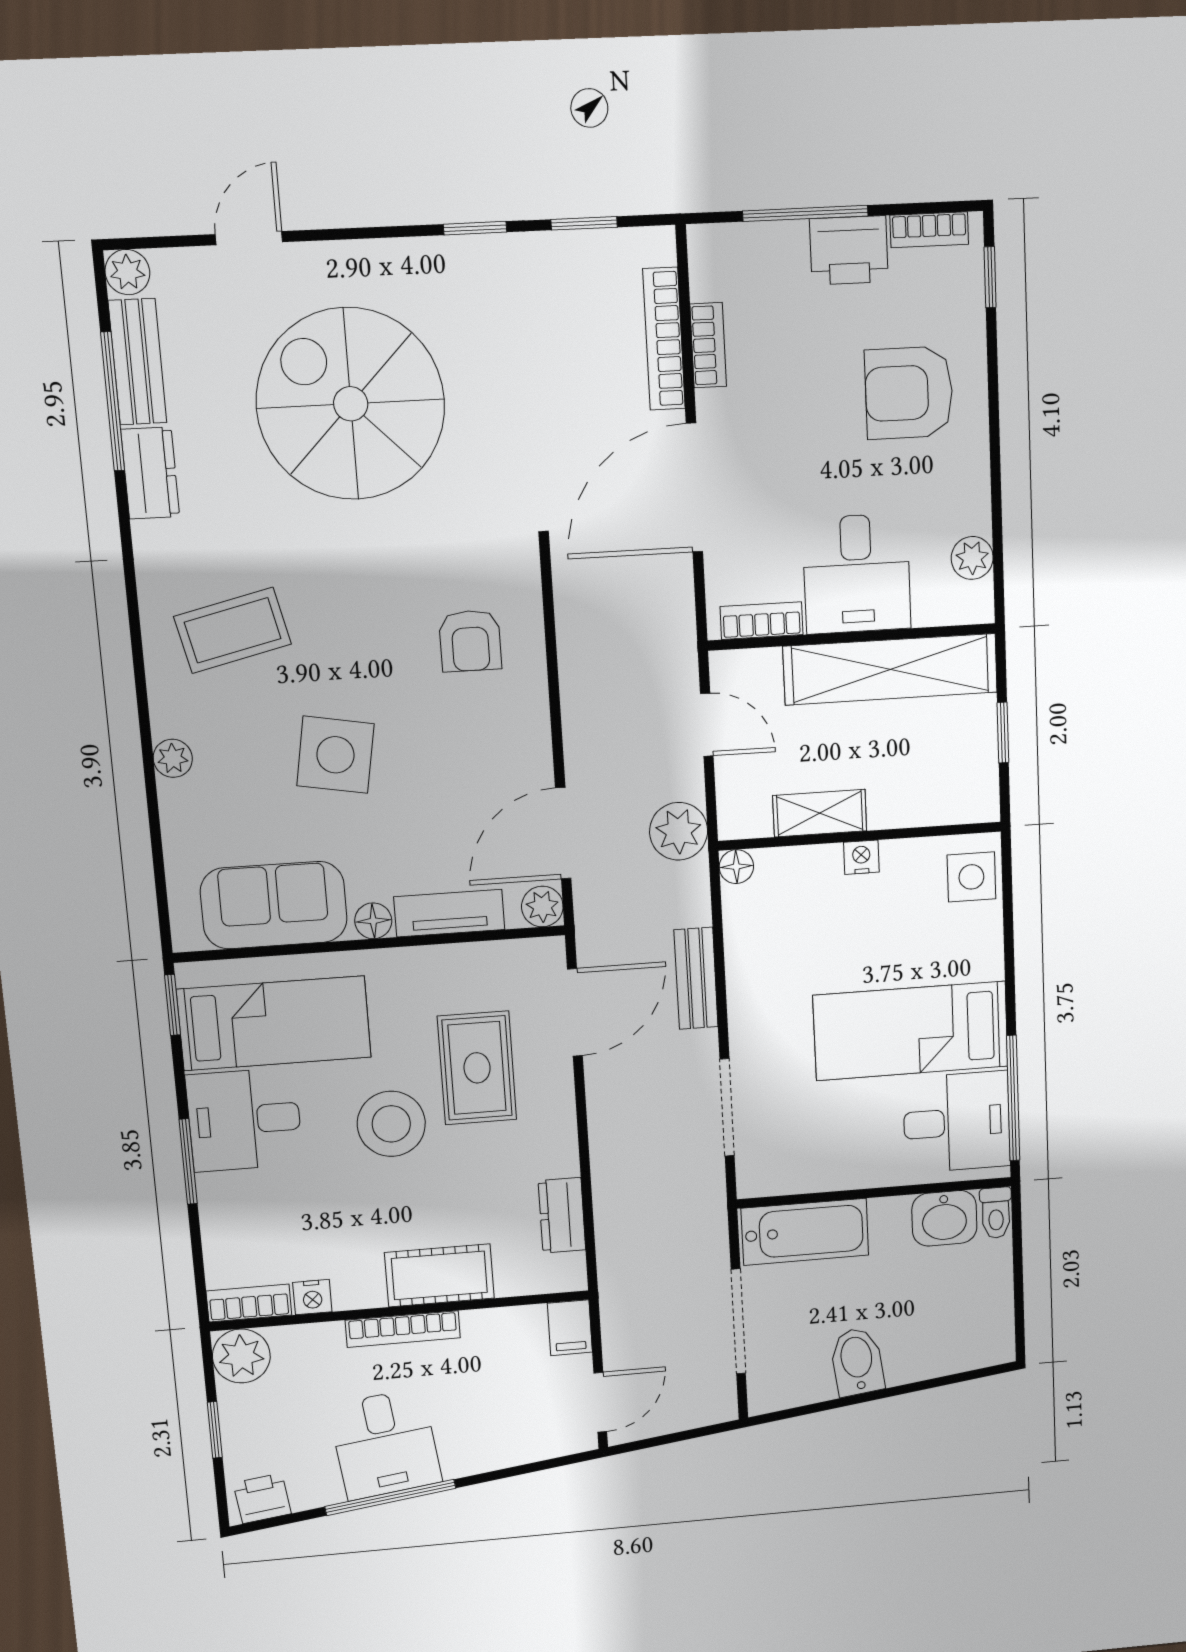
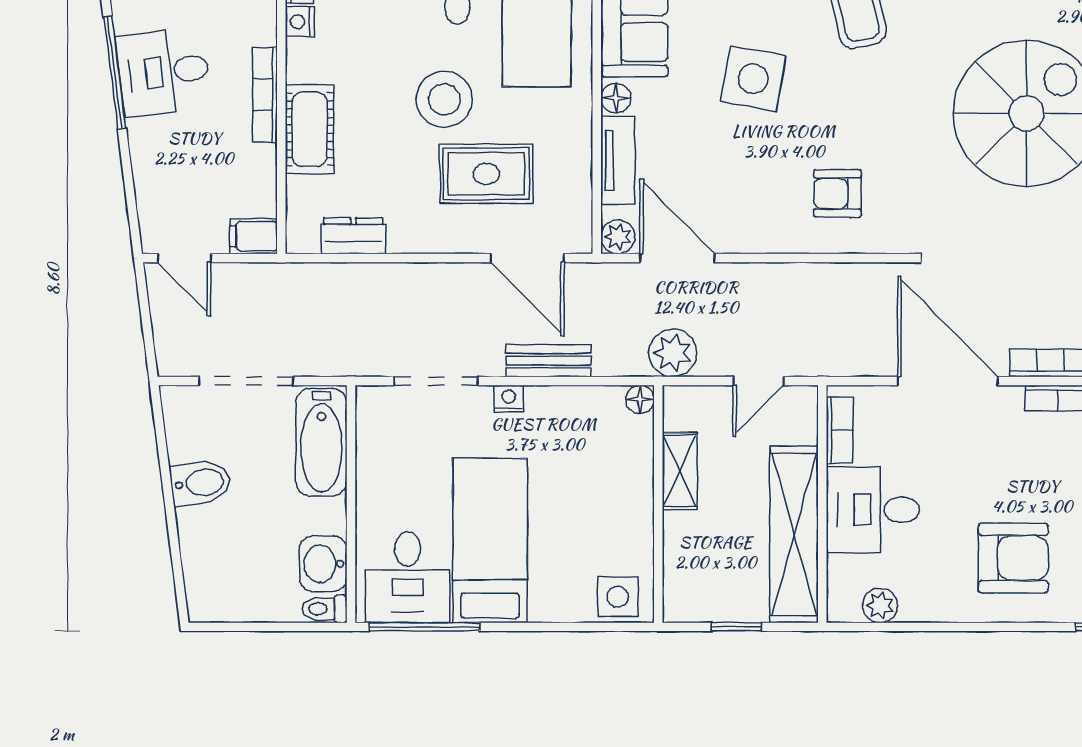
armchair: (909, 393) -> (1013, 558), turned 90
nightstand: (861, 857) -> (509, 399), moved, turned -90

